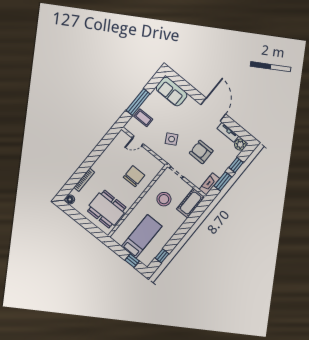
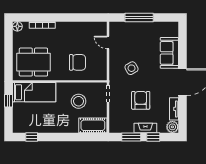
sofa: (172, 92) -> (169, 53), moved
coffee table: (143, 118) -> (130, 32), removed
fireplace: (209, 184) -> (145, 128), moved
dining table: (107, 209) -> (33, 62), turned 90
bed: (142, 236) -> (34, 92), moved
window: (132, 261) -> (8, 101), moved

